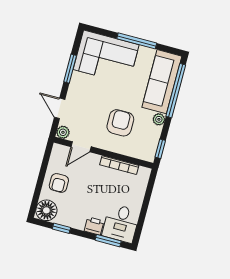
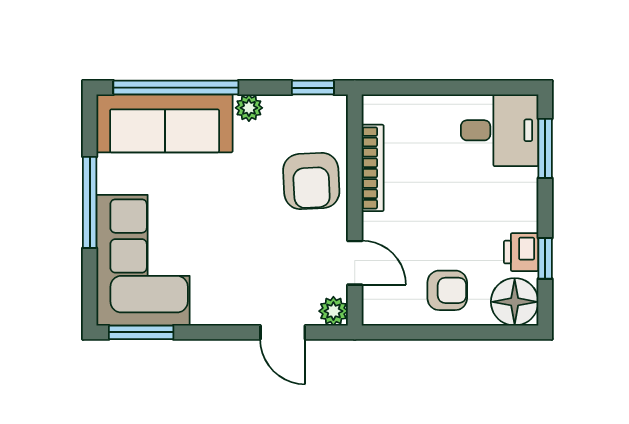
window: (70, 69) -> (141, 332), moved
door: (60, 108) -> (283, 332), hinge flipped
armchair: (120, 123) -> (311, 181), moved, turned -93
printer: (94, 226) -> (521, 252), moved

